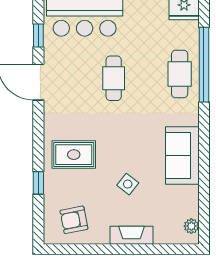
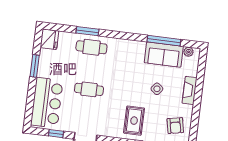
window: (204, 65) -> (87, 31), width x0.47
sofa: (182, 155) -> (164, 55), moved
window: (204, 186) -> (164, 41), added

